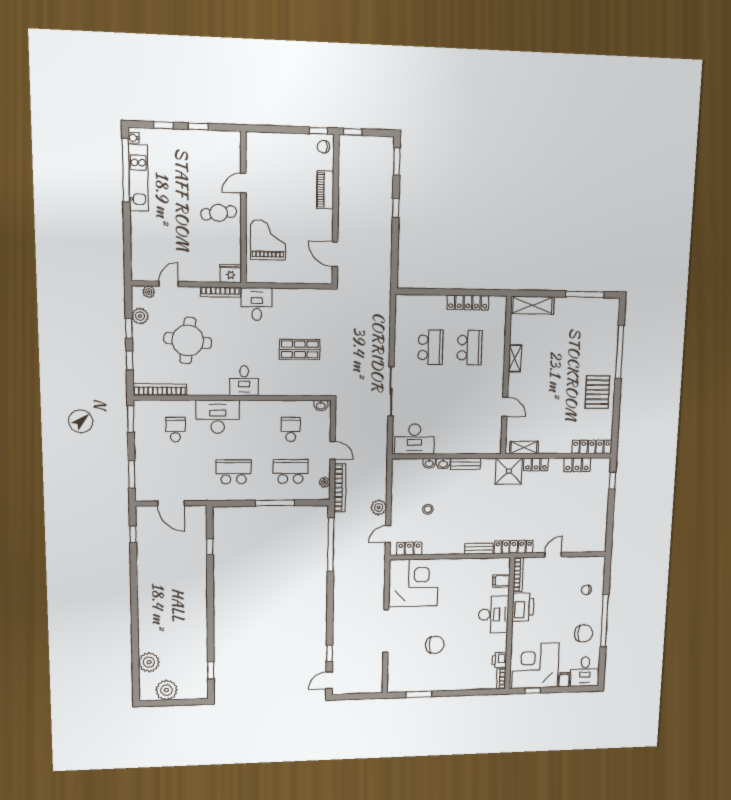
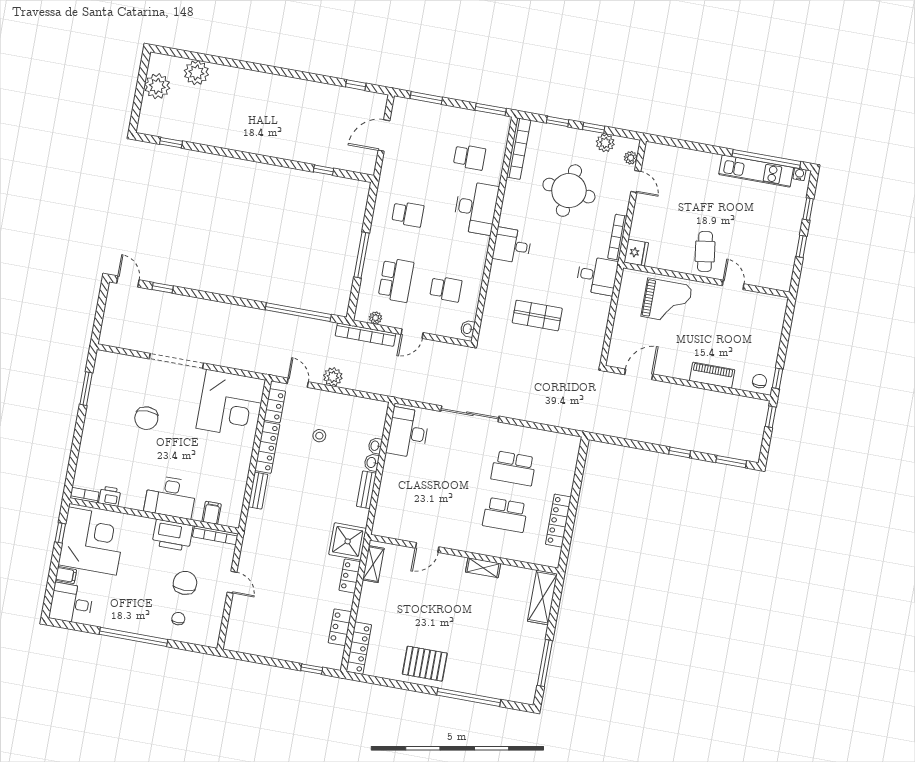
shop shelf: (300, 349) -> (537, 315), turned 90
school desk: (234, 472) -> (408, 214), width x0.54
locker: (514, 547) -> (267, 447), moved
chair: (584, 633) -> (185, 583), moved, turned 180

